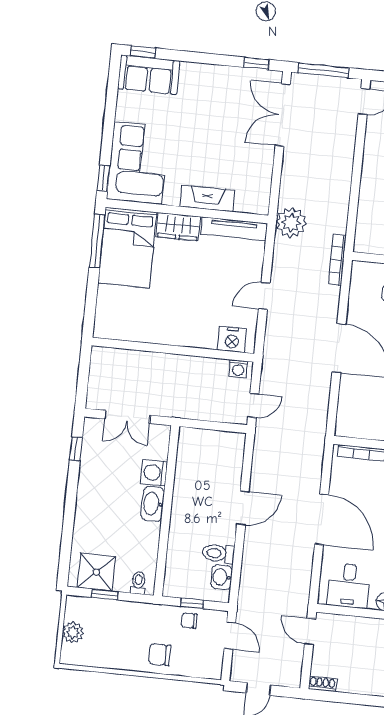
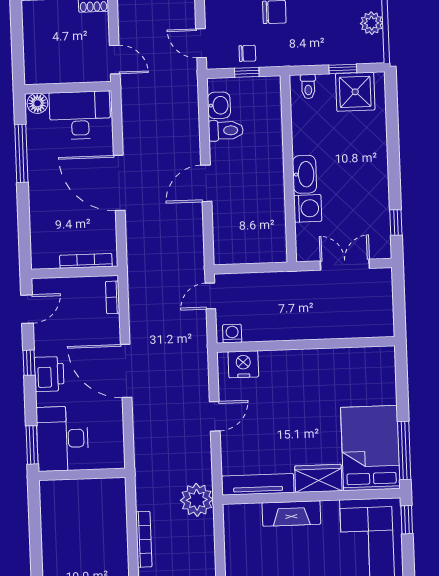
bookcase: (337, 260) -> (144, 539), moved
bookcase: (342, 416) -> (113, 297), added
desk: (349, 586) -> (80, 115), width x1.37

